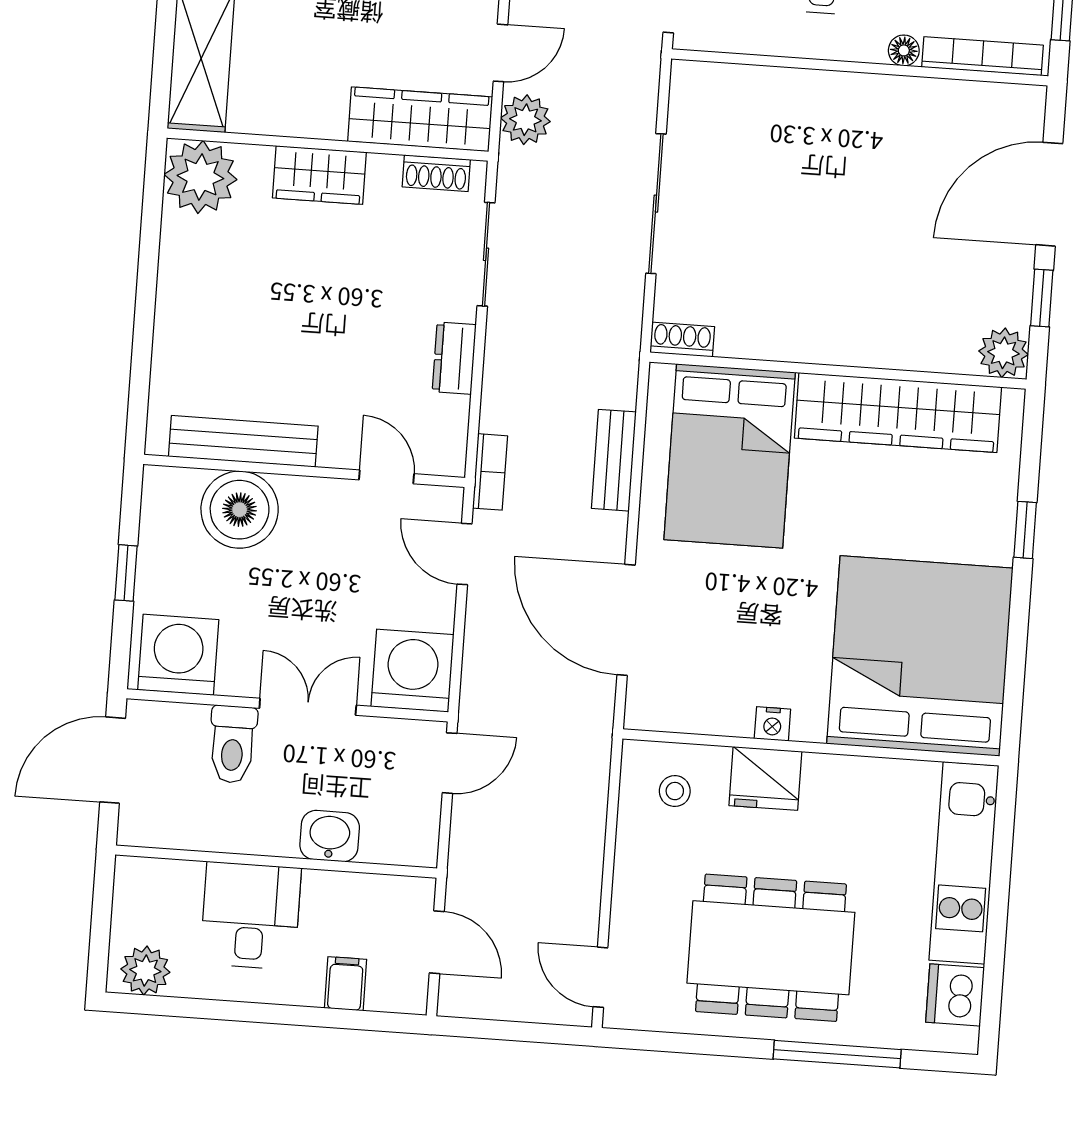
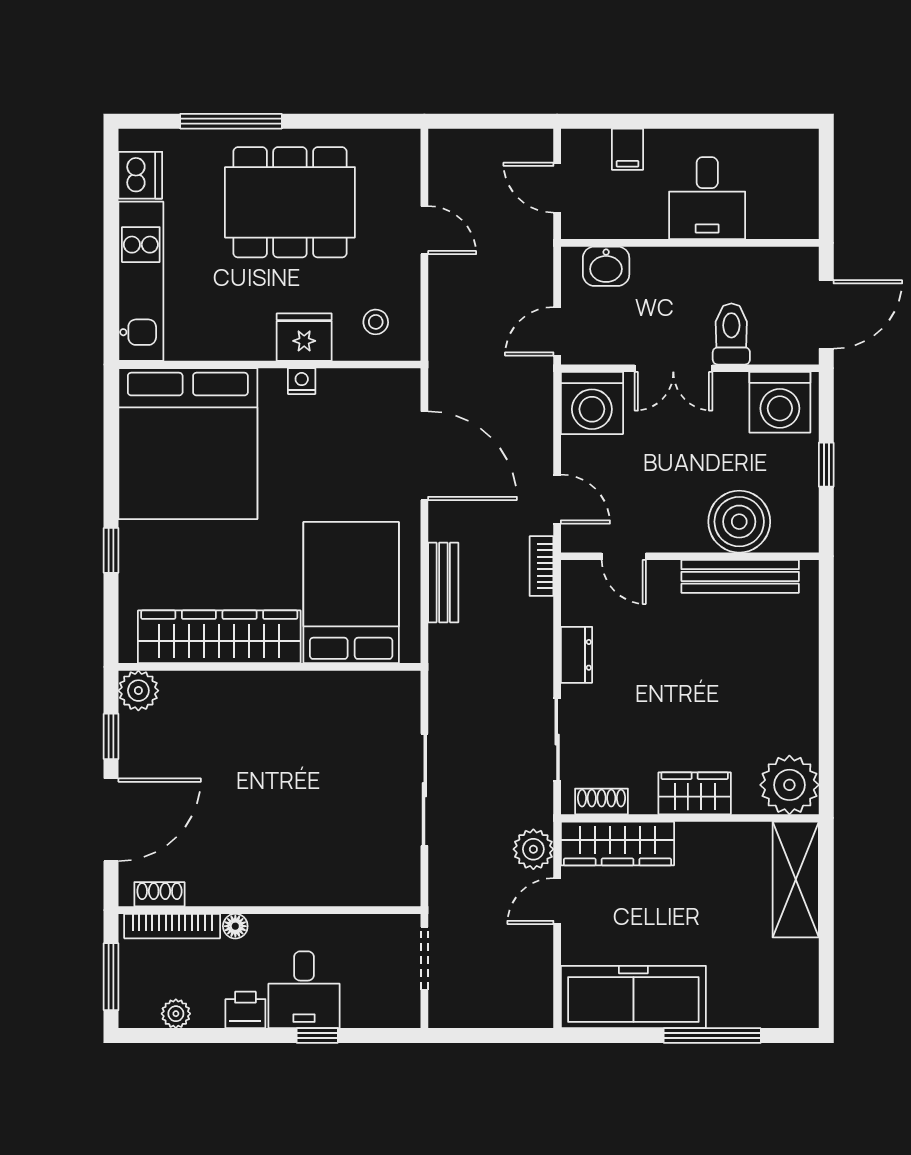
shoe rack: (682, 340) -> (159, 894), moved, turned 180
washbasin: (330, 836) -> (606, 266), moved
plant: (145, 971) -> (788, 148), removed
door: (600, 977) -> (424, 230), moved

